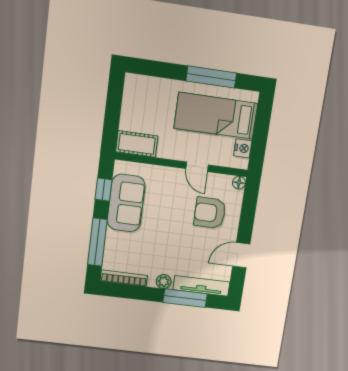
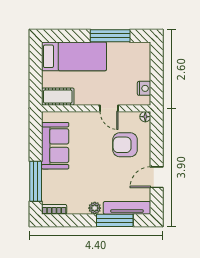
bed: (216, 116) -> (74, 56), moved, turned 180
window: (104, 190) -> (36, 137), removed
bookcase: (124, 278) -> (54, 209), width x0.64

